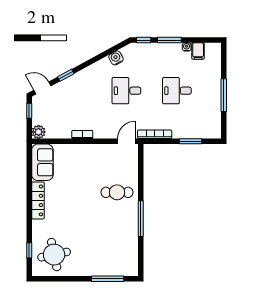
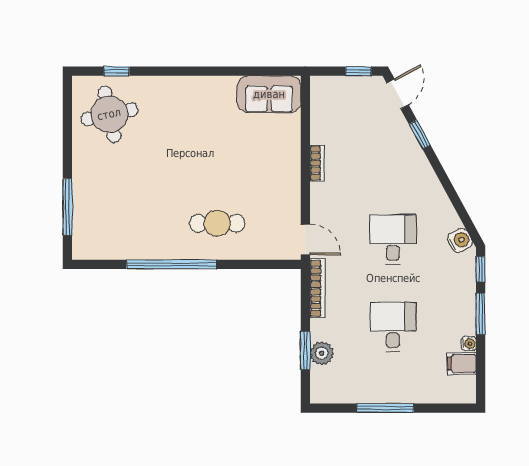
water cooler: (116, 58) -> (460, 240), moved
plant: (39, 132) -> (322, 353), moved
cafe table: (117, 192) -> (217, 223), turned 90
locker: (38, 200) -> (203, 86), removed
window: (141, 219) -> (172, 264), width x1.46

